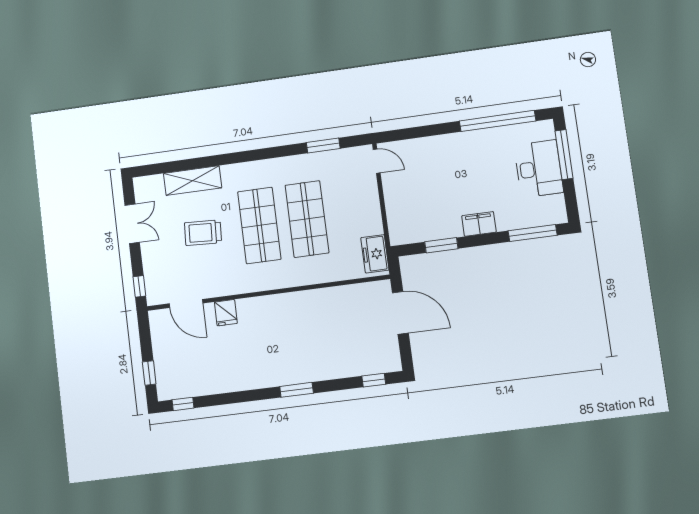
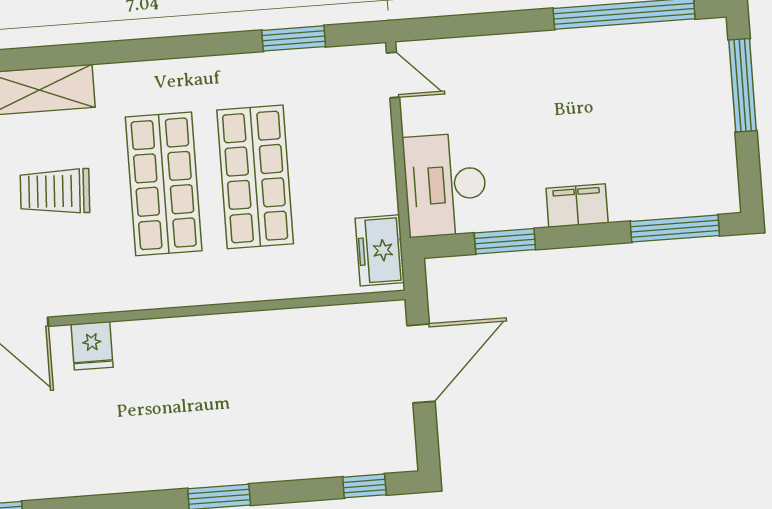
desk: (539, 169) -> (445, 185), moved, turned 180
door: (400, 313) -> (421, 363), hinge flipped

